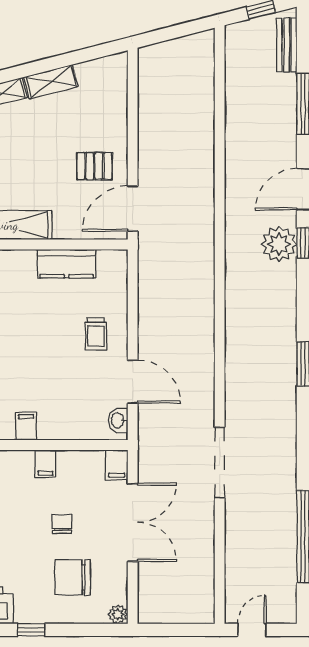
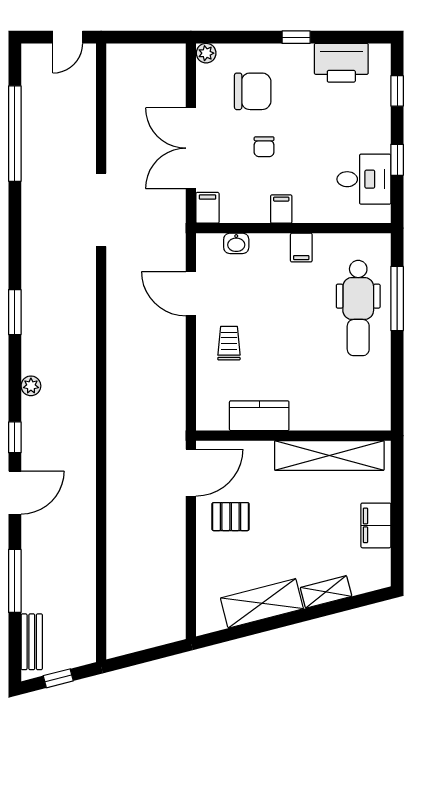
shelving: (51, 82) -> (262, 603), width x1.50, depth x1.33
plant: (279, 244) -> (31, 386), moved, width x0.53, depth x0.53
washbasin: (118, 420) -> (236, 243), moved, turned 90

